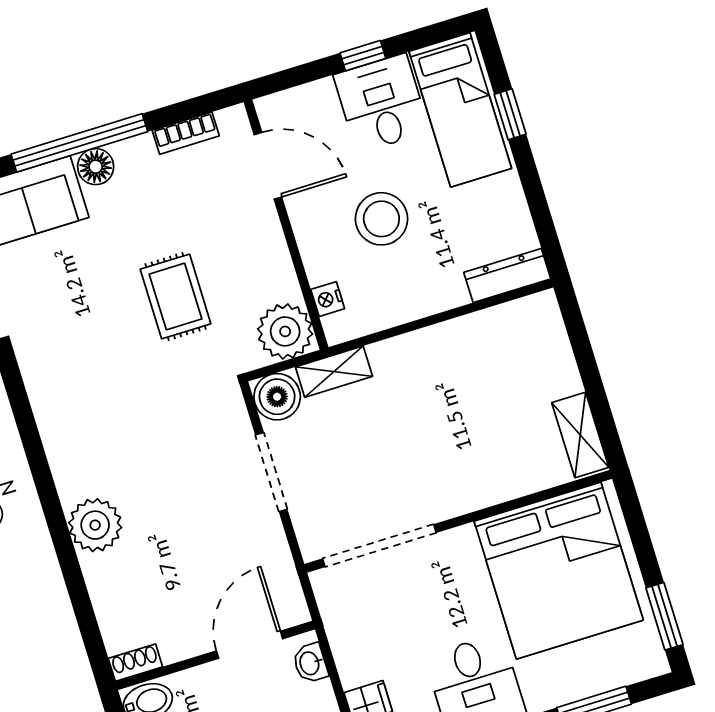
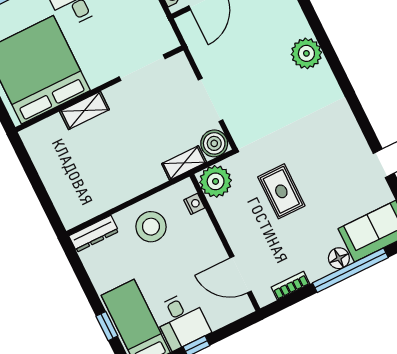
stool: (381, 219) -> (151, 227), moved
shelving: (580, 435) -> (84, 110), moved, turned 90
doorway: (379, 546) -> (142, 68), width x0.73

